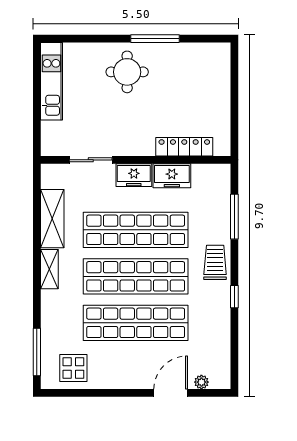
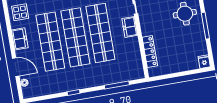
fridge: (219, 52) -> (204, 62), added
freezer: (172, 176) -> (20, 39), moved, turned 180
trolley: (215, 262) -> (90, 79), removed

